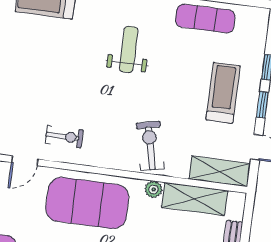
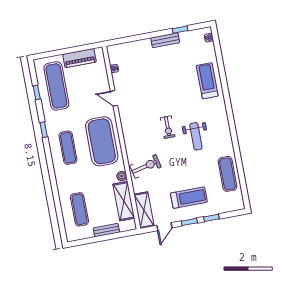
weight bench: (129, 49) -> (196, 136), turned 90
exercise bike: (64, 137) -> (168, 127), moved

